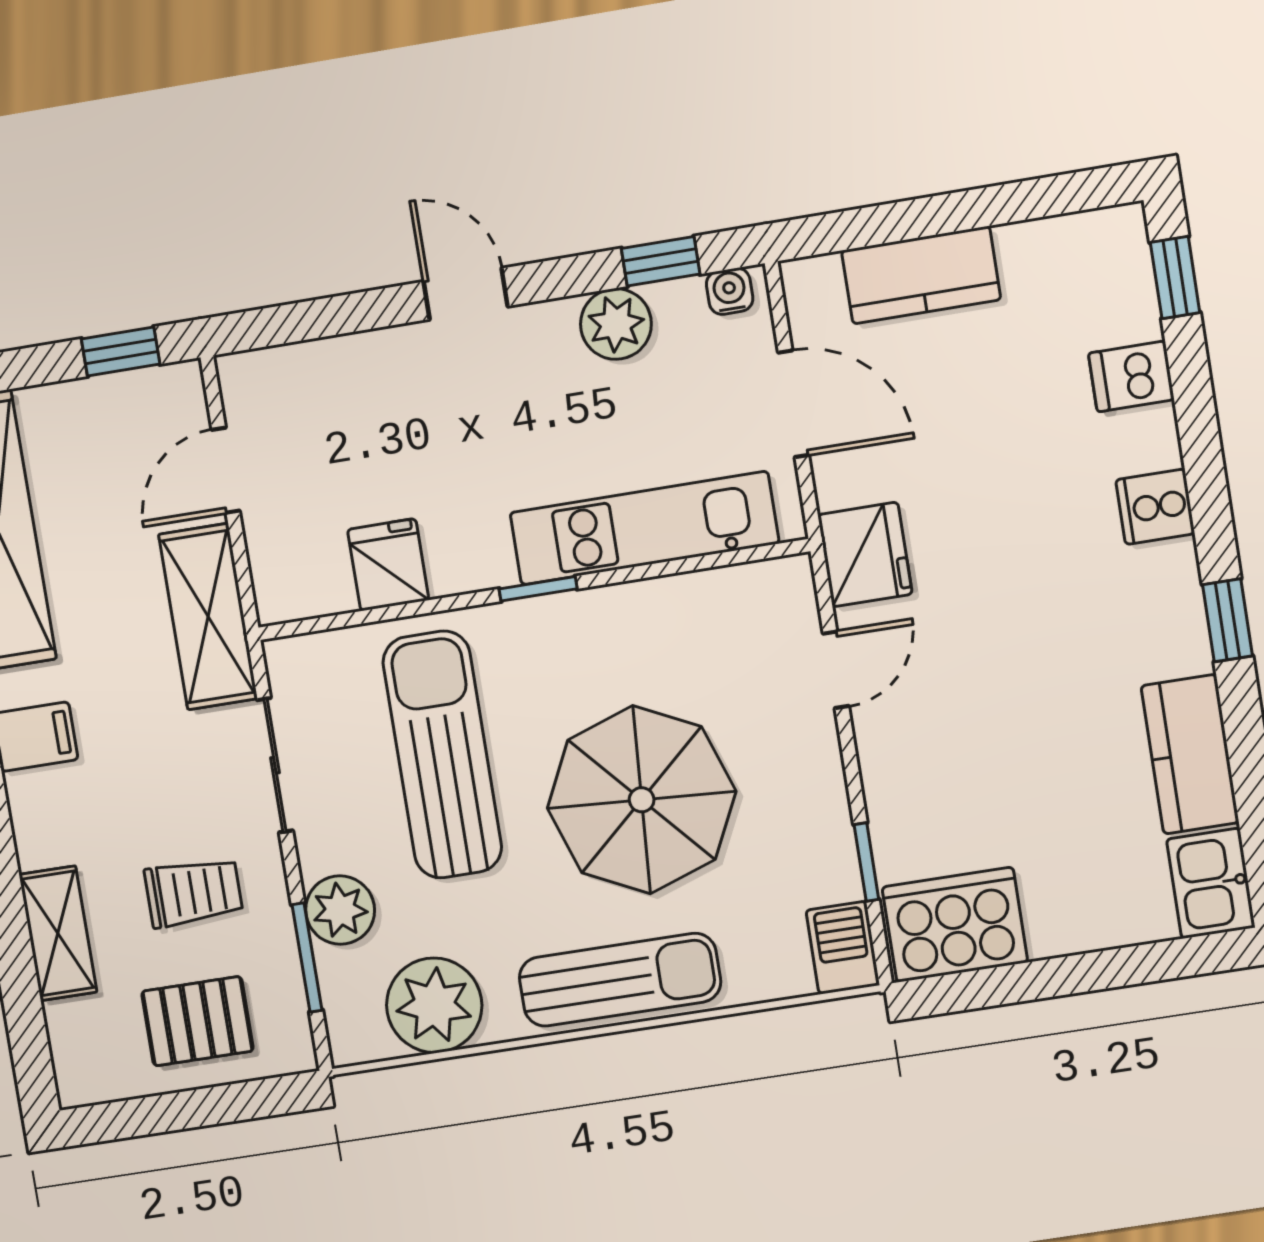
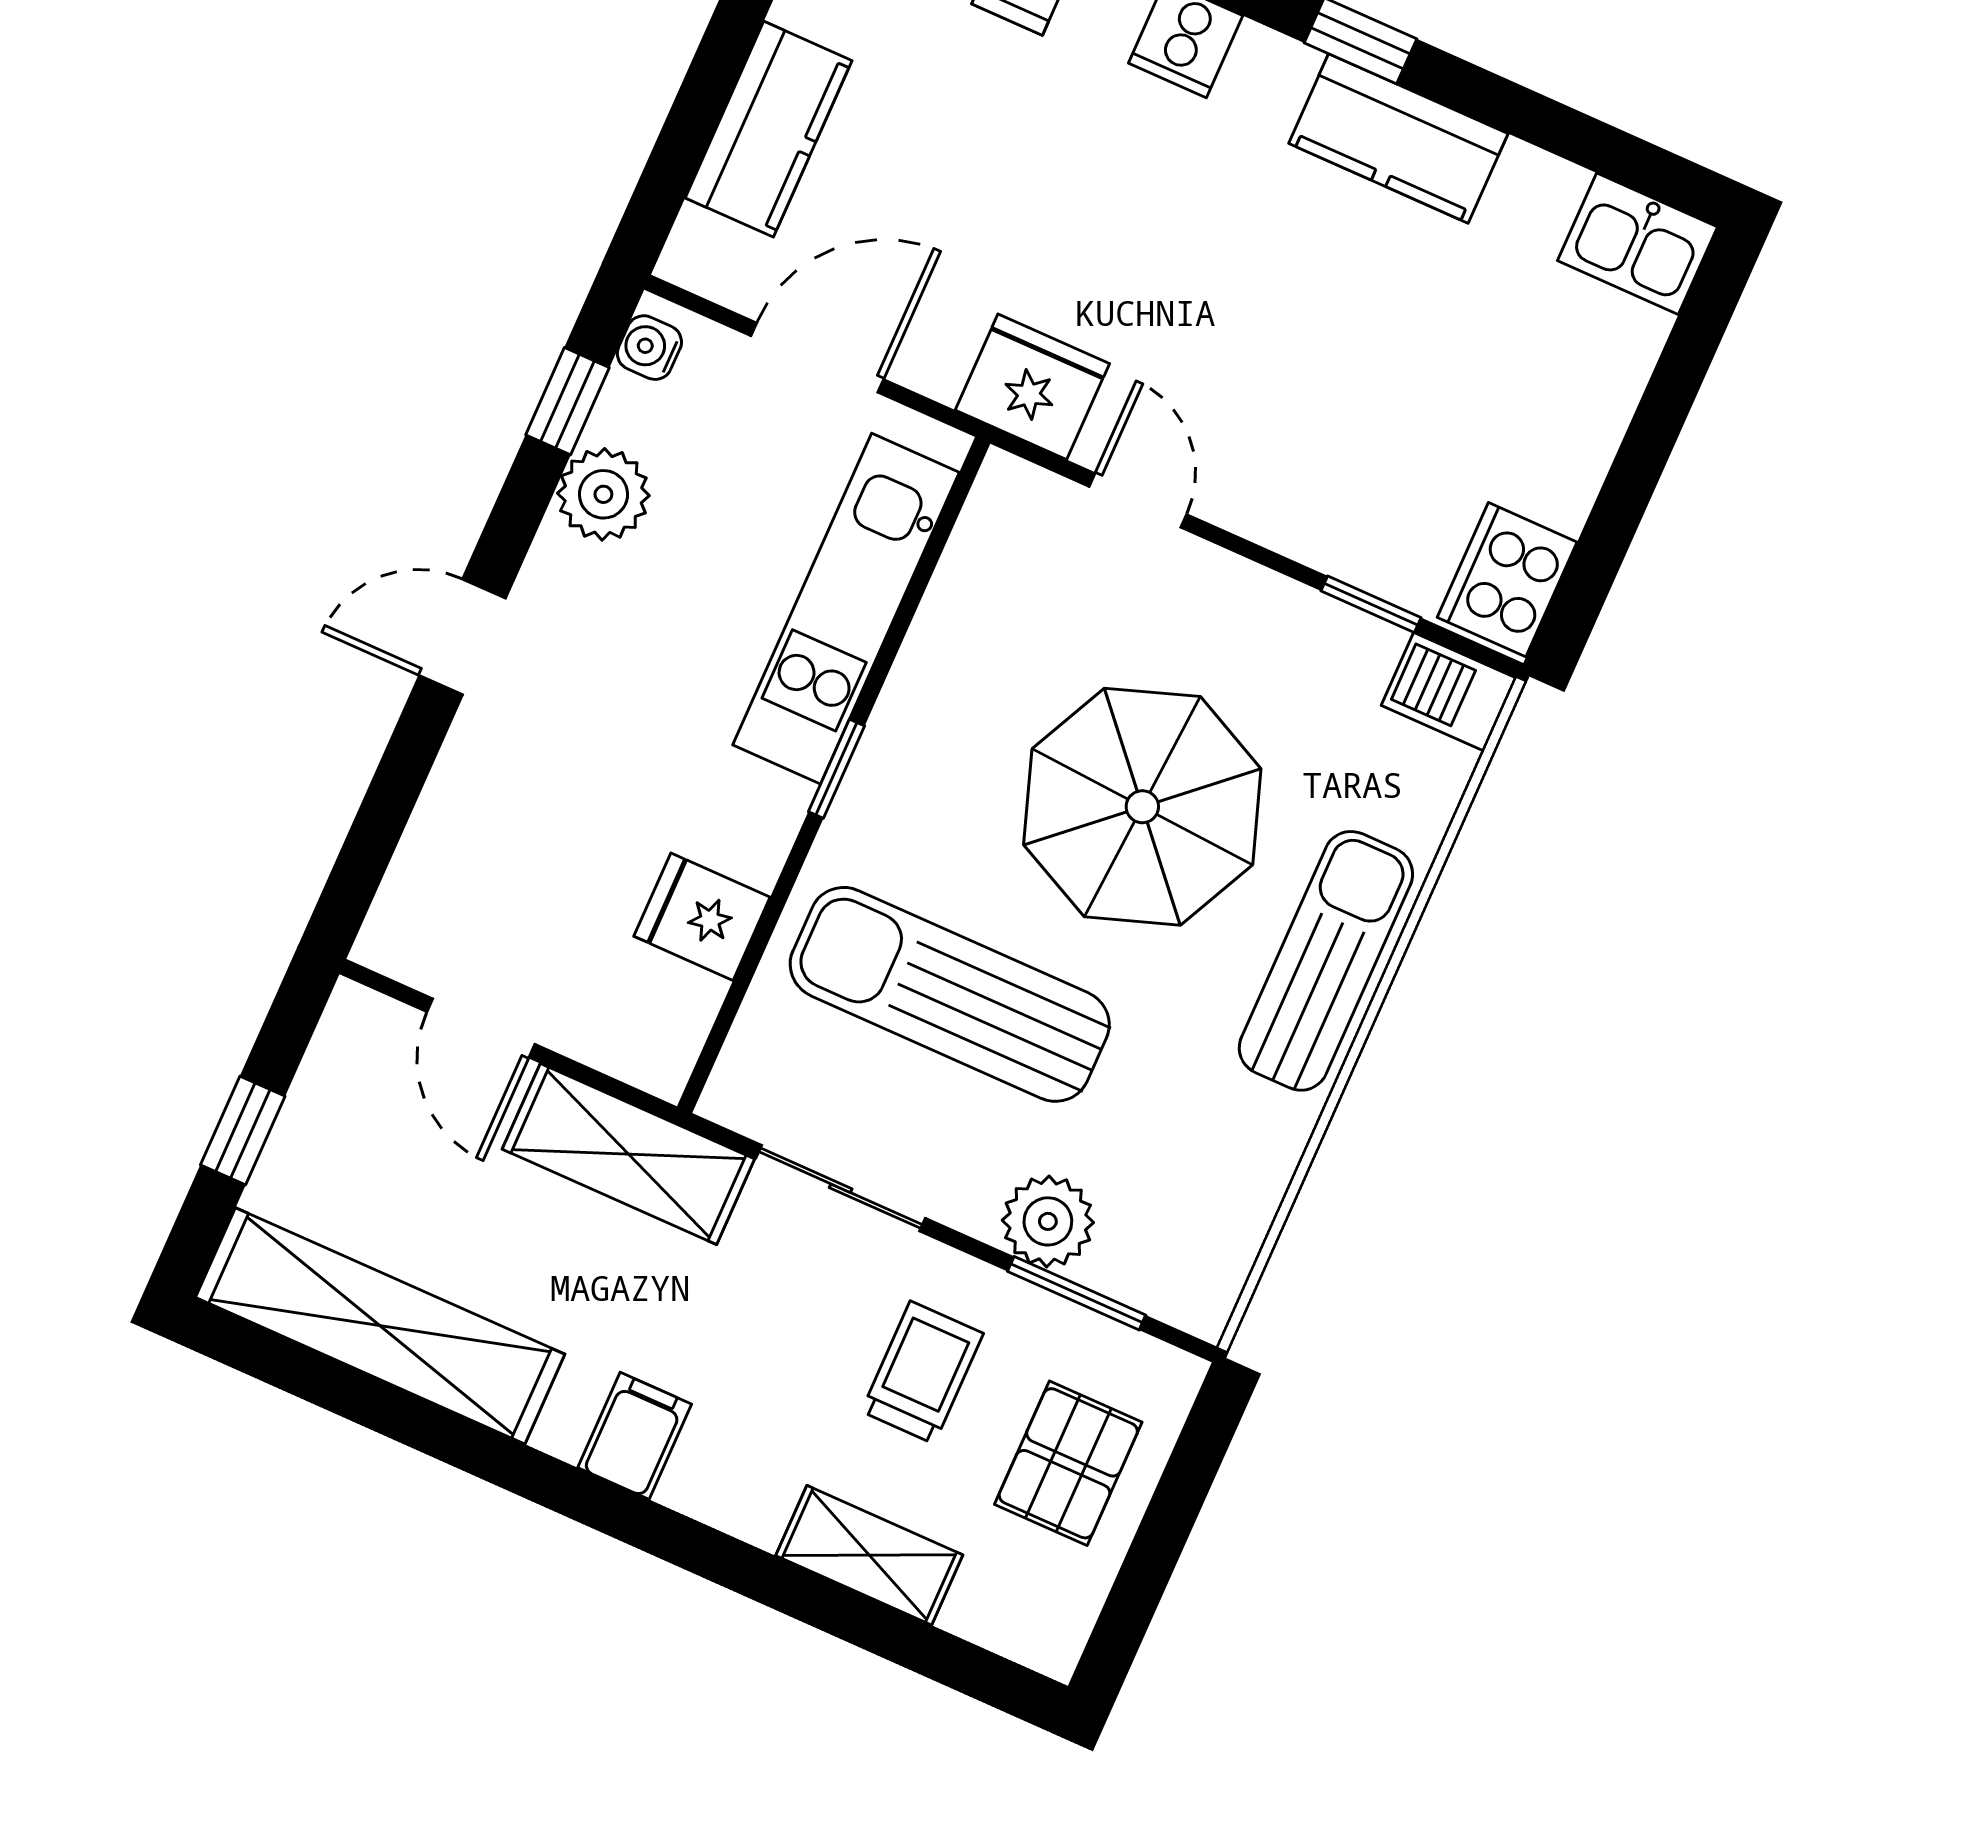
window: (121, 352) -> (243, 1130), moved
kitchen counter: (1190, 754) -> (1398, 138), moved
cooker: (955, 925) -> (1507, 580), width x0.73, depth x0.76
plant: (434, 1005) -> (1221, 1186), removed

